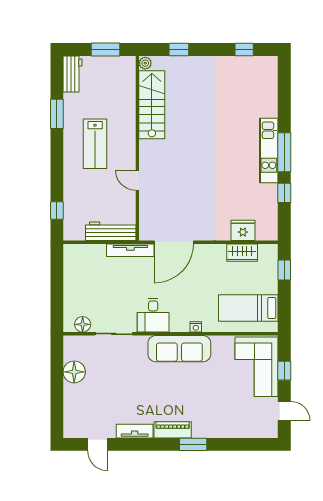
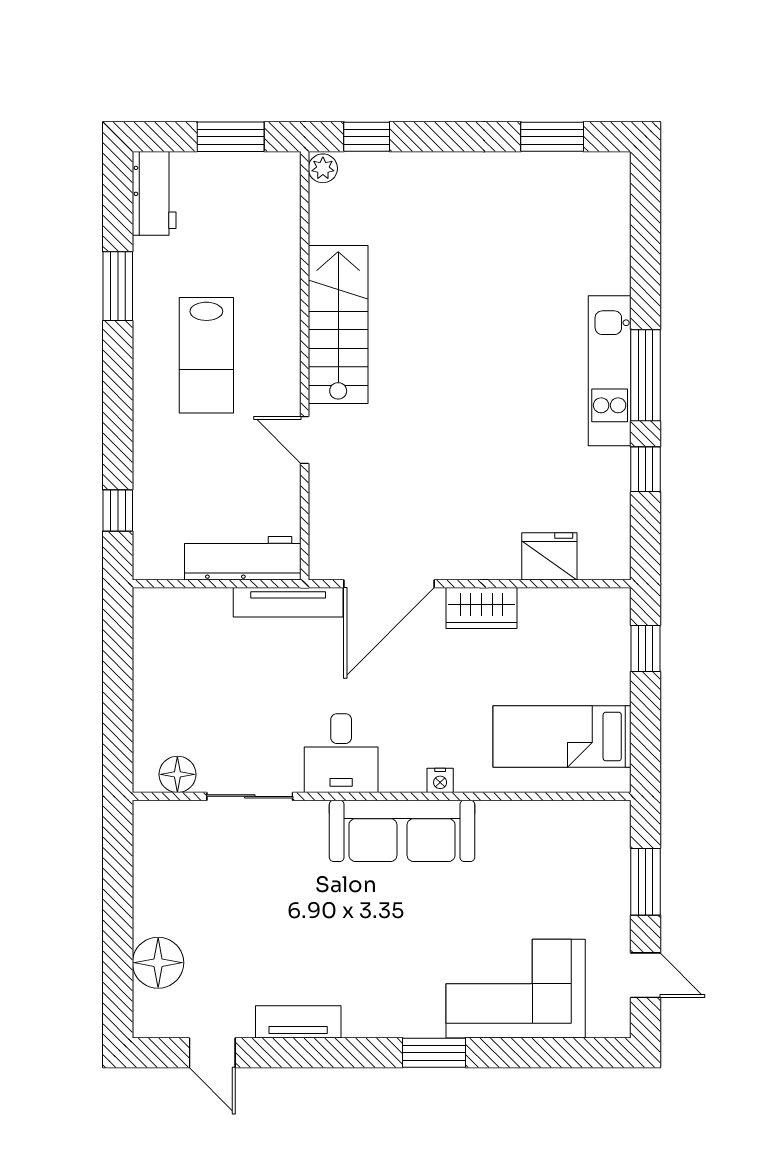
window: (179, 50) -> (367, 137), moved
window: (244, 50) -> (552, 137), width x1.50
stairs: (152, 105) -> (338, 324), moved
wardrobe: (242, 253) -> (481, 608), moved
corner sofa: (257, 367) -> (516, 989), moved, turned 90
window: (284, 371) -> (645, 882), width x1.50
floor lamp: (74, 372) -> (158, 963), moved
piano: (173, 430) -> (386, 1019), removed

